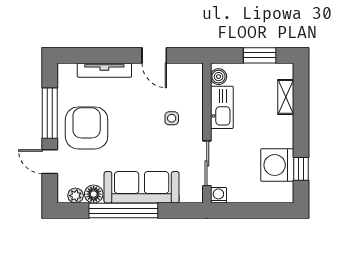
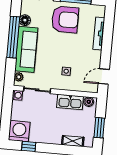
door: (154, 55) -> (104, 77), moved
washing machine: (277, 165) -> (19, 131), moved
plant: (76, 196) -> (19, 77), moved

